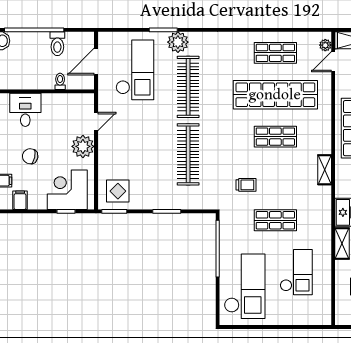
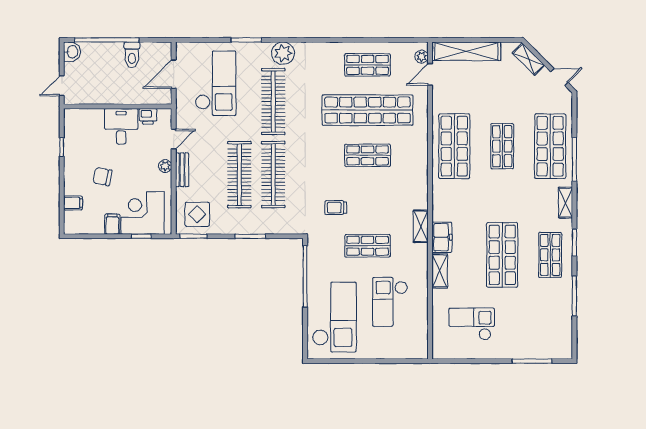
plant: (178, 42) -> (283, 53), moved
toilet: (60, 81) -> (135, 96), removed
printer: (72, 101) -> (148, 116), added
desk: (25, 110) -> (121, 126), moved
plant: (83, 146) -> (165, 166), width x0.53, depth x0.53
bench: (104, 150) -> (182, 170), added
clothes rail: (157, 154) -> (239, 175), added
shelving: (325, 170) -> (421, 226), moved
trolley: (246, 185) -> (336, 208), turned 180
filing cabinet: (20, 200) -> (112, 224), moved
checkout: (296, 272) -> (390, 302), turned 180

